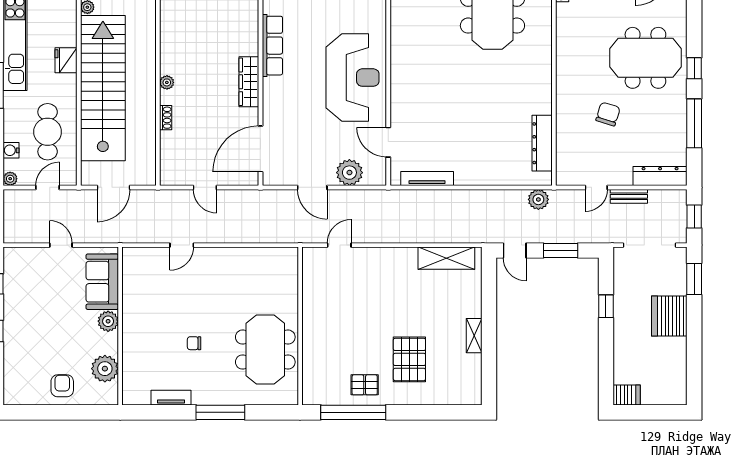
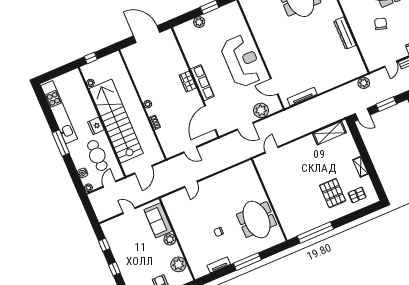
row of seats: (272, 46) -> (202, 83), moved
fridge: (66, 60) -> (96, 126), moved
wardrobe: (249, 82) -> (188, 82), width x0.67
dresser: (542, 143) -> (345, 33), moved
pallet: (365, 385) -> (357, 195), moved

